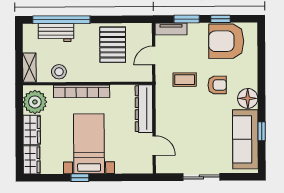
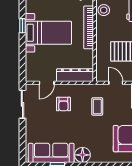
armchair: (217, 85) -> (63, 104), moved
sliding door: (201, 177) -> (22, 104), moved

